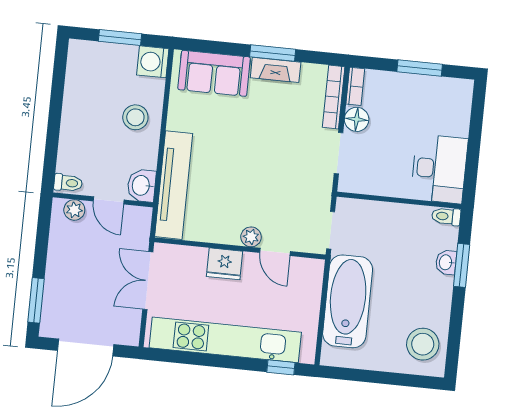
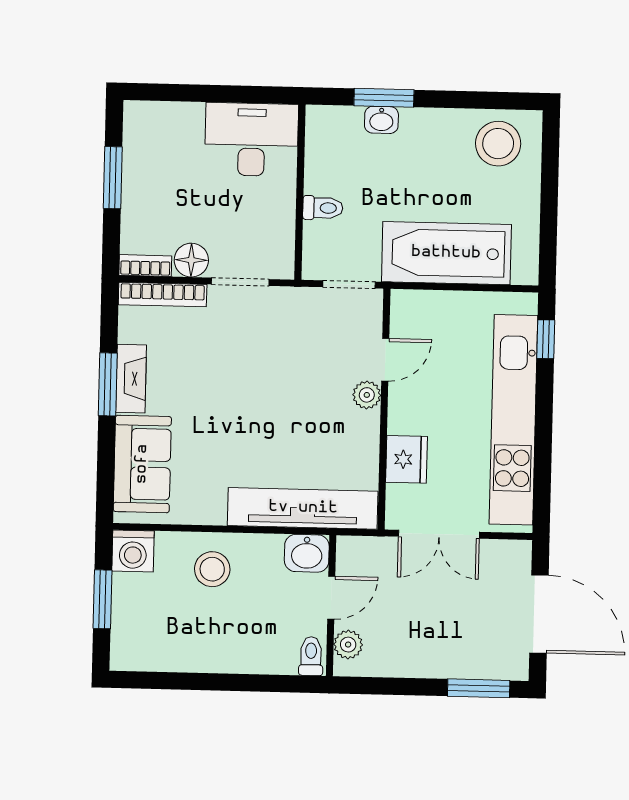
toilet: (446, 216) -> (323, 208), moved, turned -90
fridge: (225, 264) -> (406, 459), moved

